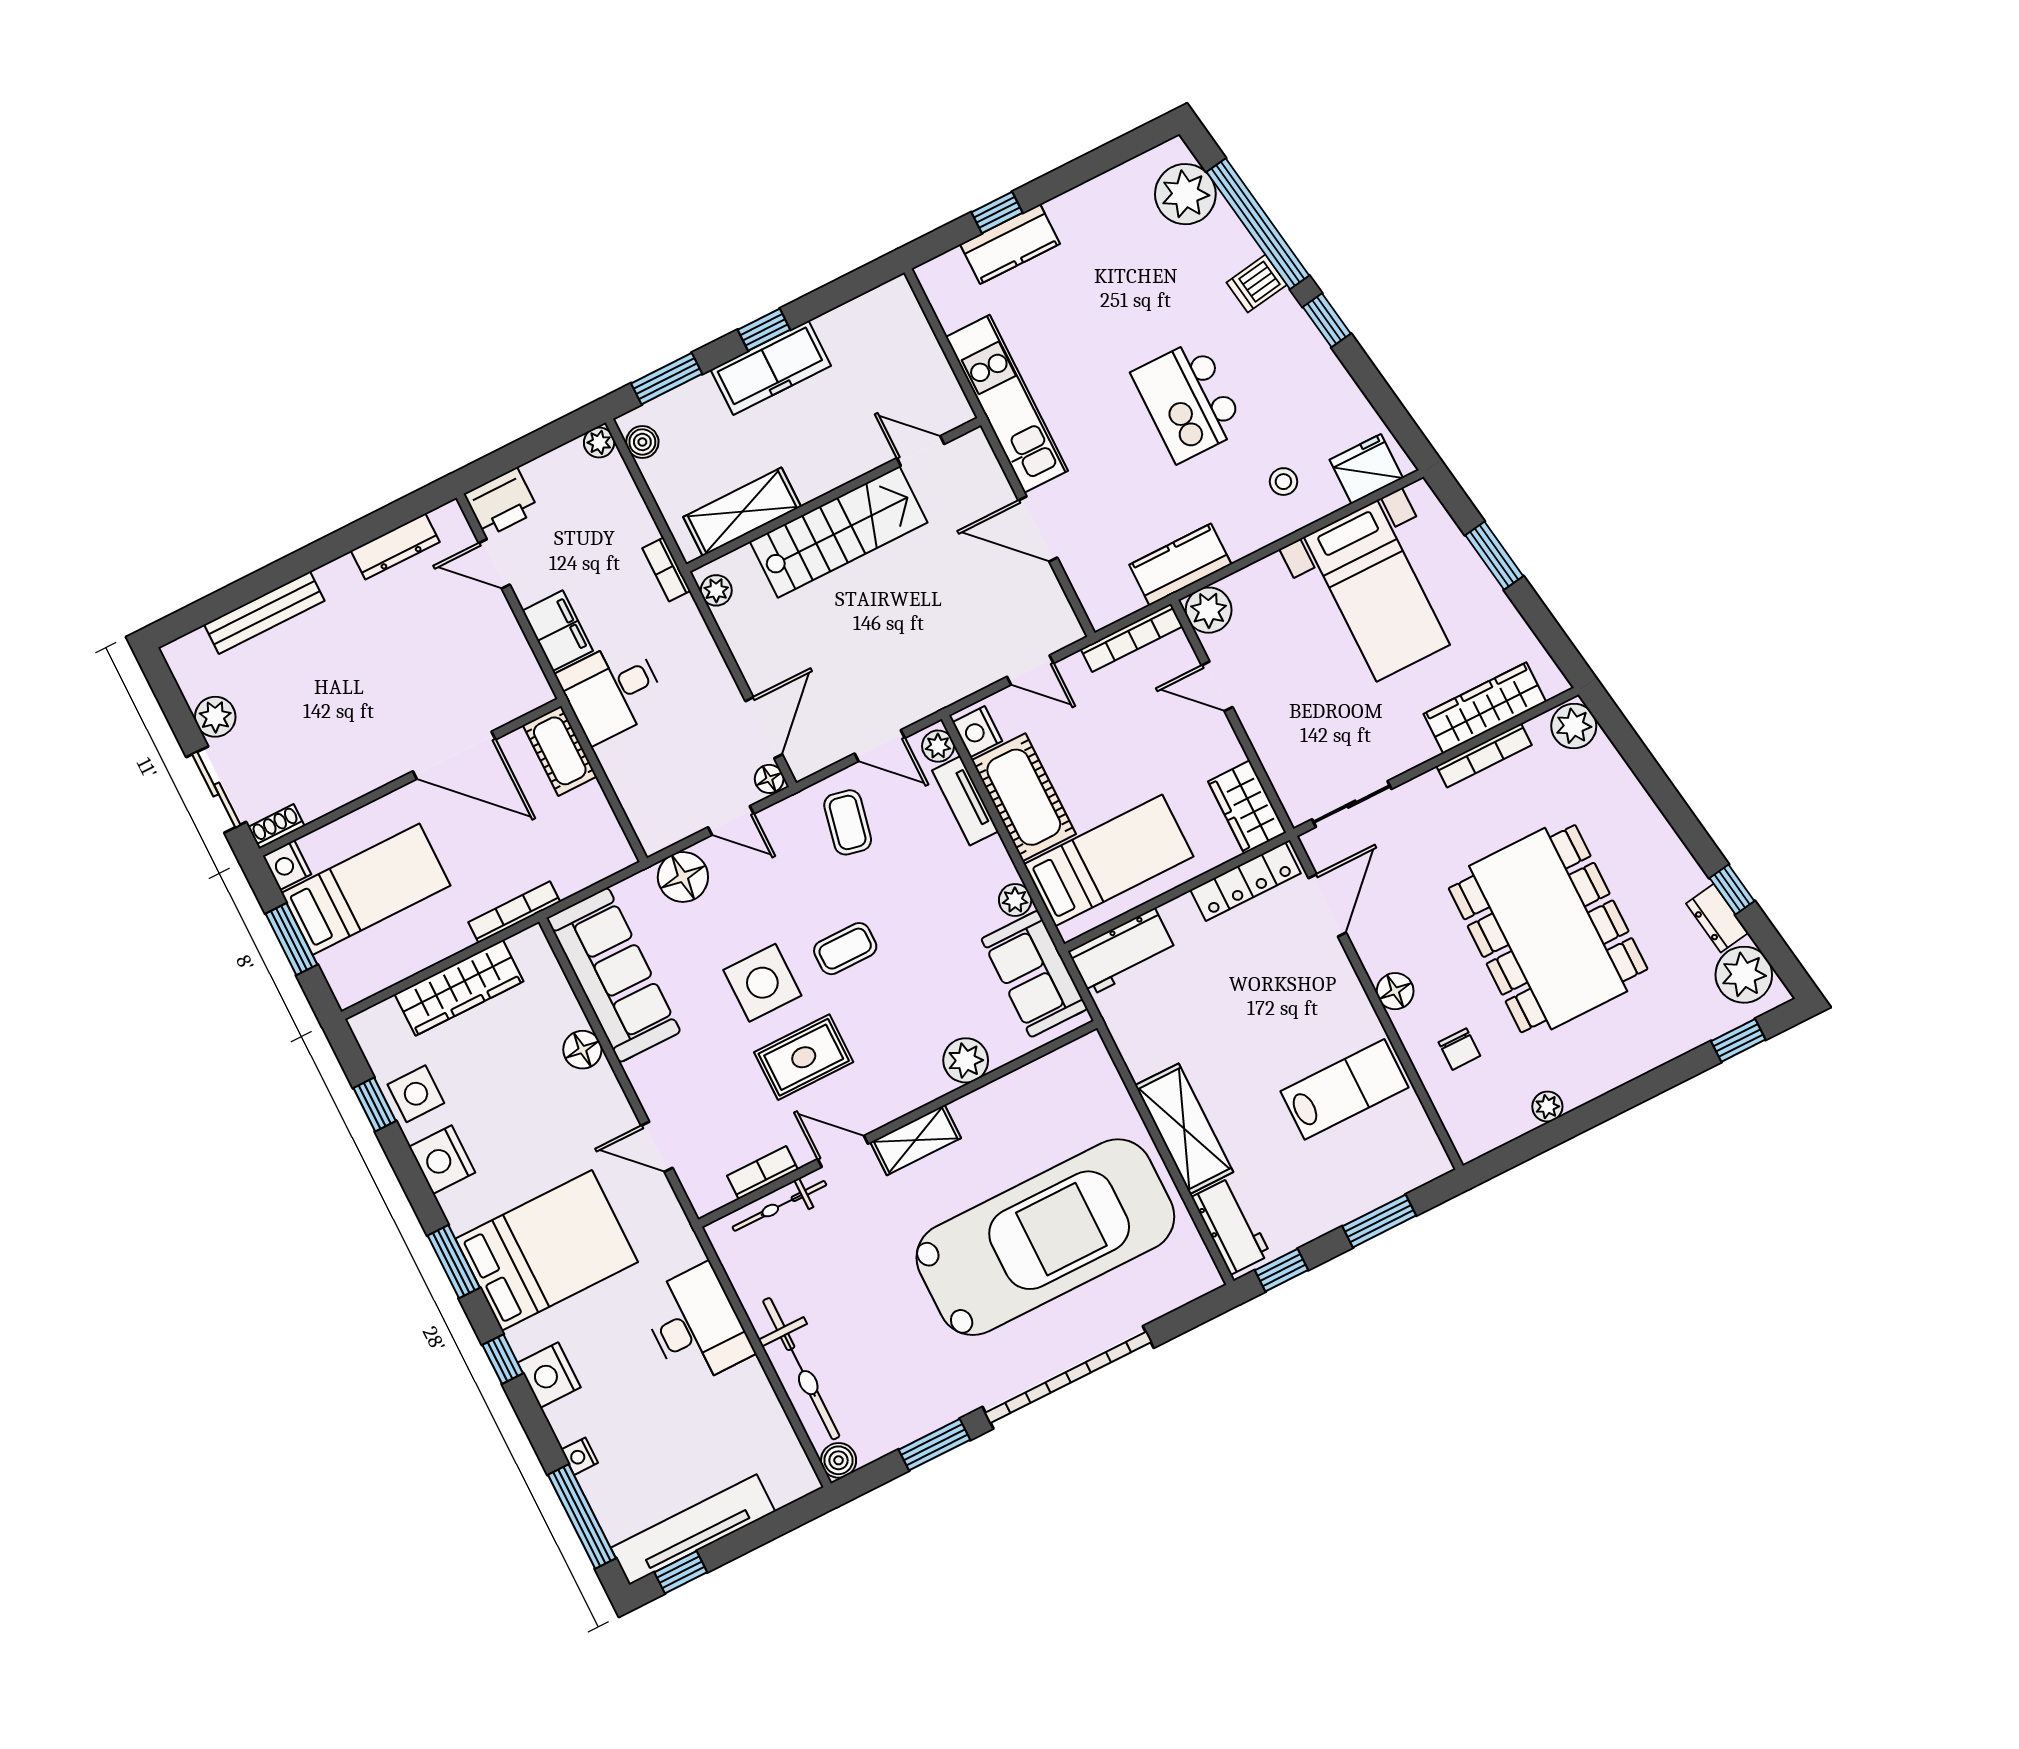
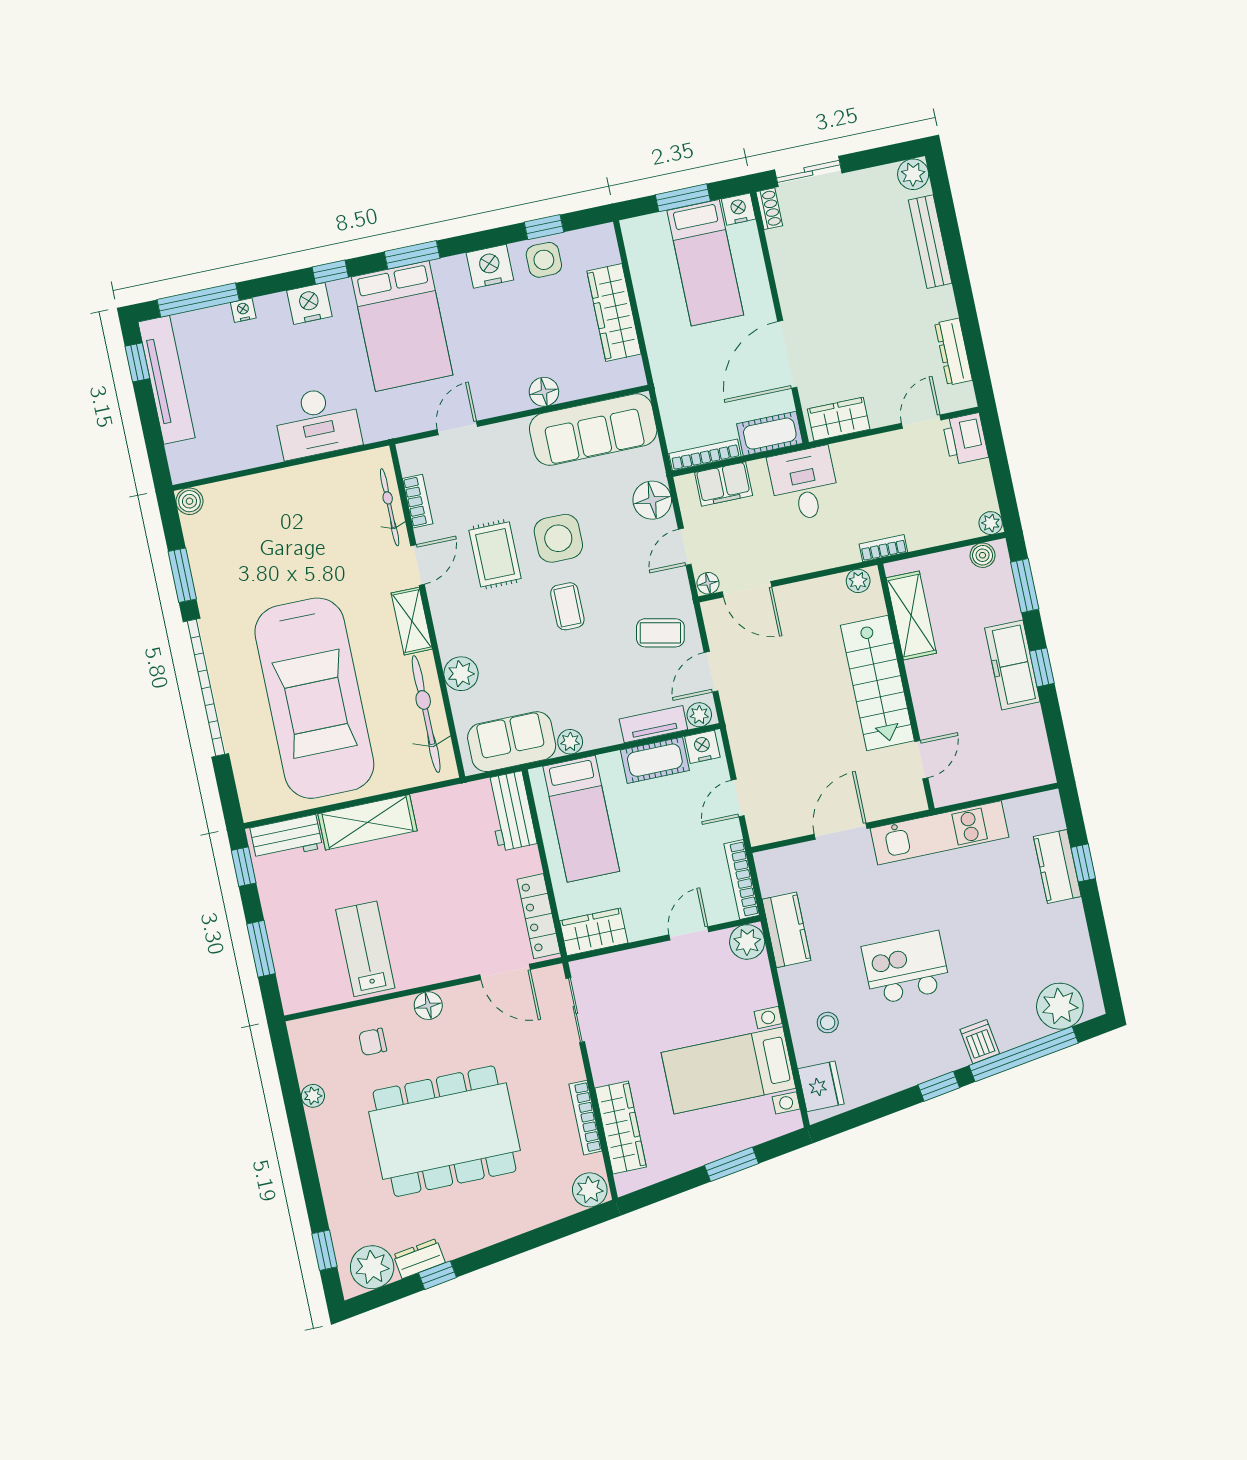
filing cabinet: (558, 631) -> (724, 484), moved
wardrobe: (519, 669) -> (839, 419), added
plant: (215, 717) -> (913, 174), moved
cot: (1024, 797) -> (655, 760), width x0.73, depth x0.75
bookcase: (514, 912) -> (705, 455), moved, turned -90
lab bench: (1345, 1089) -> (365, 949), turned 180
bicycle: (801, 1369) -> (426, 714), moved, turned 90

